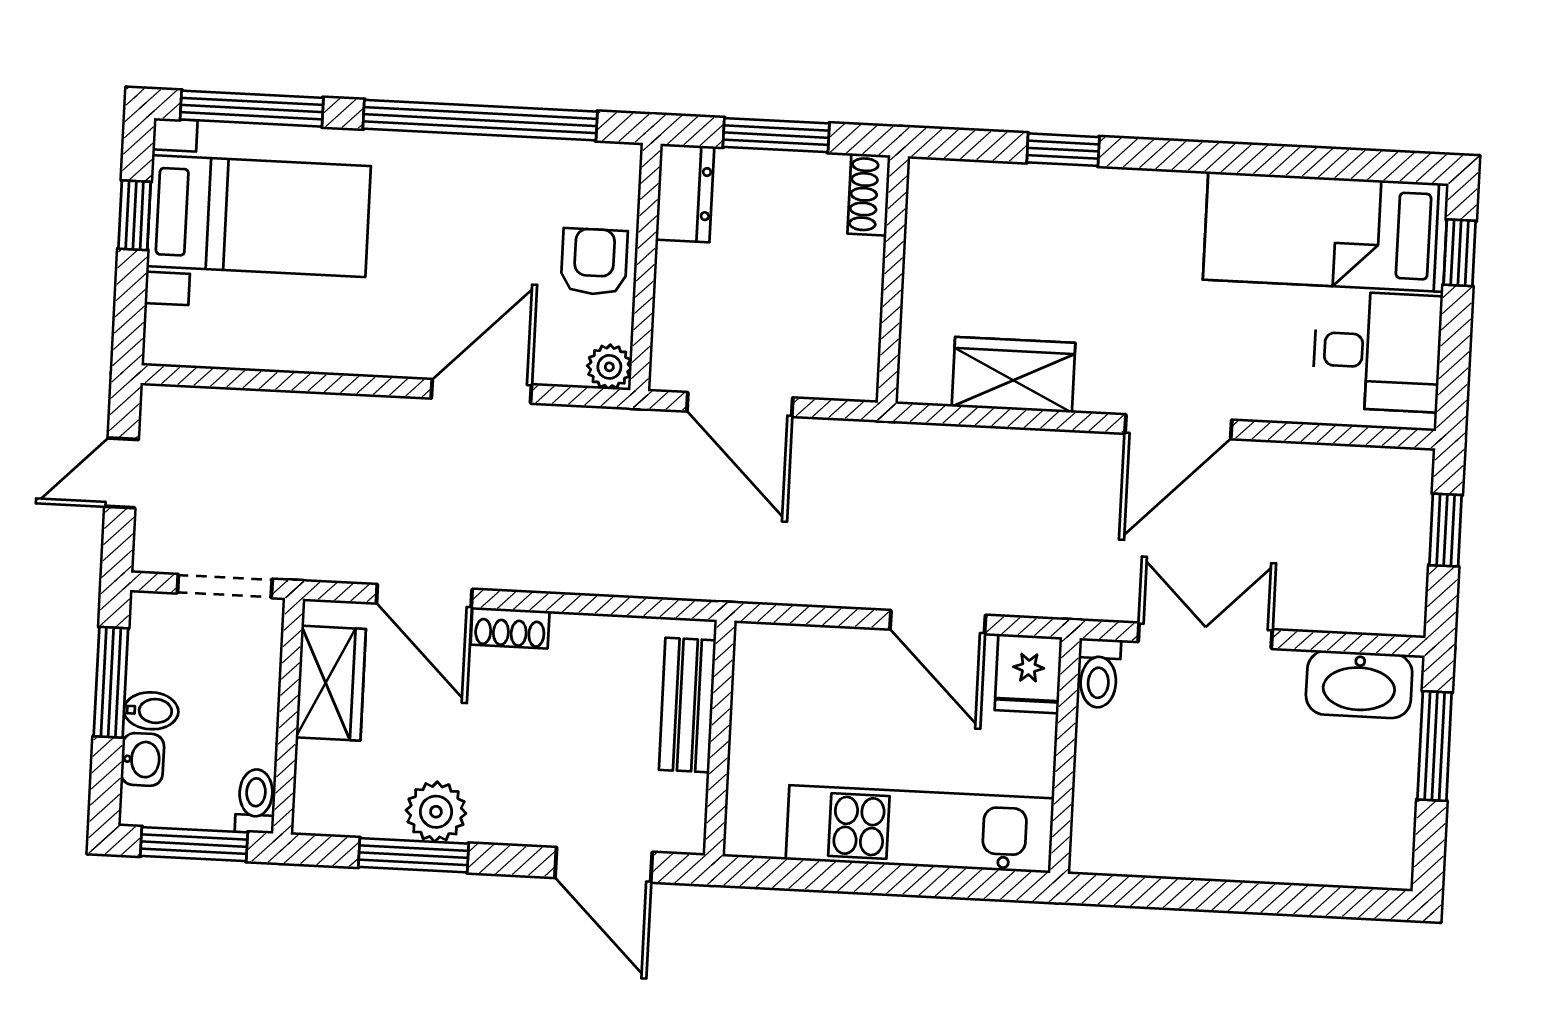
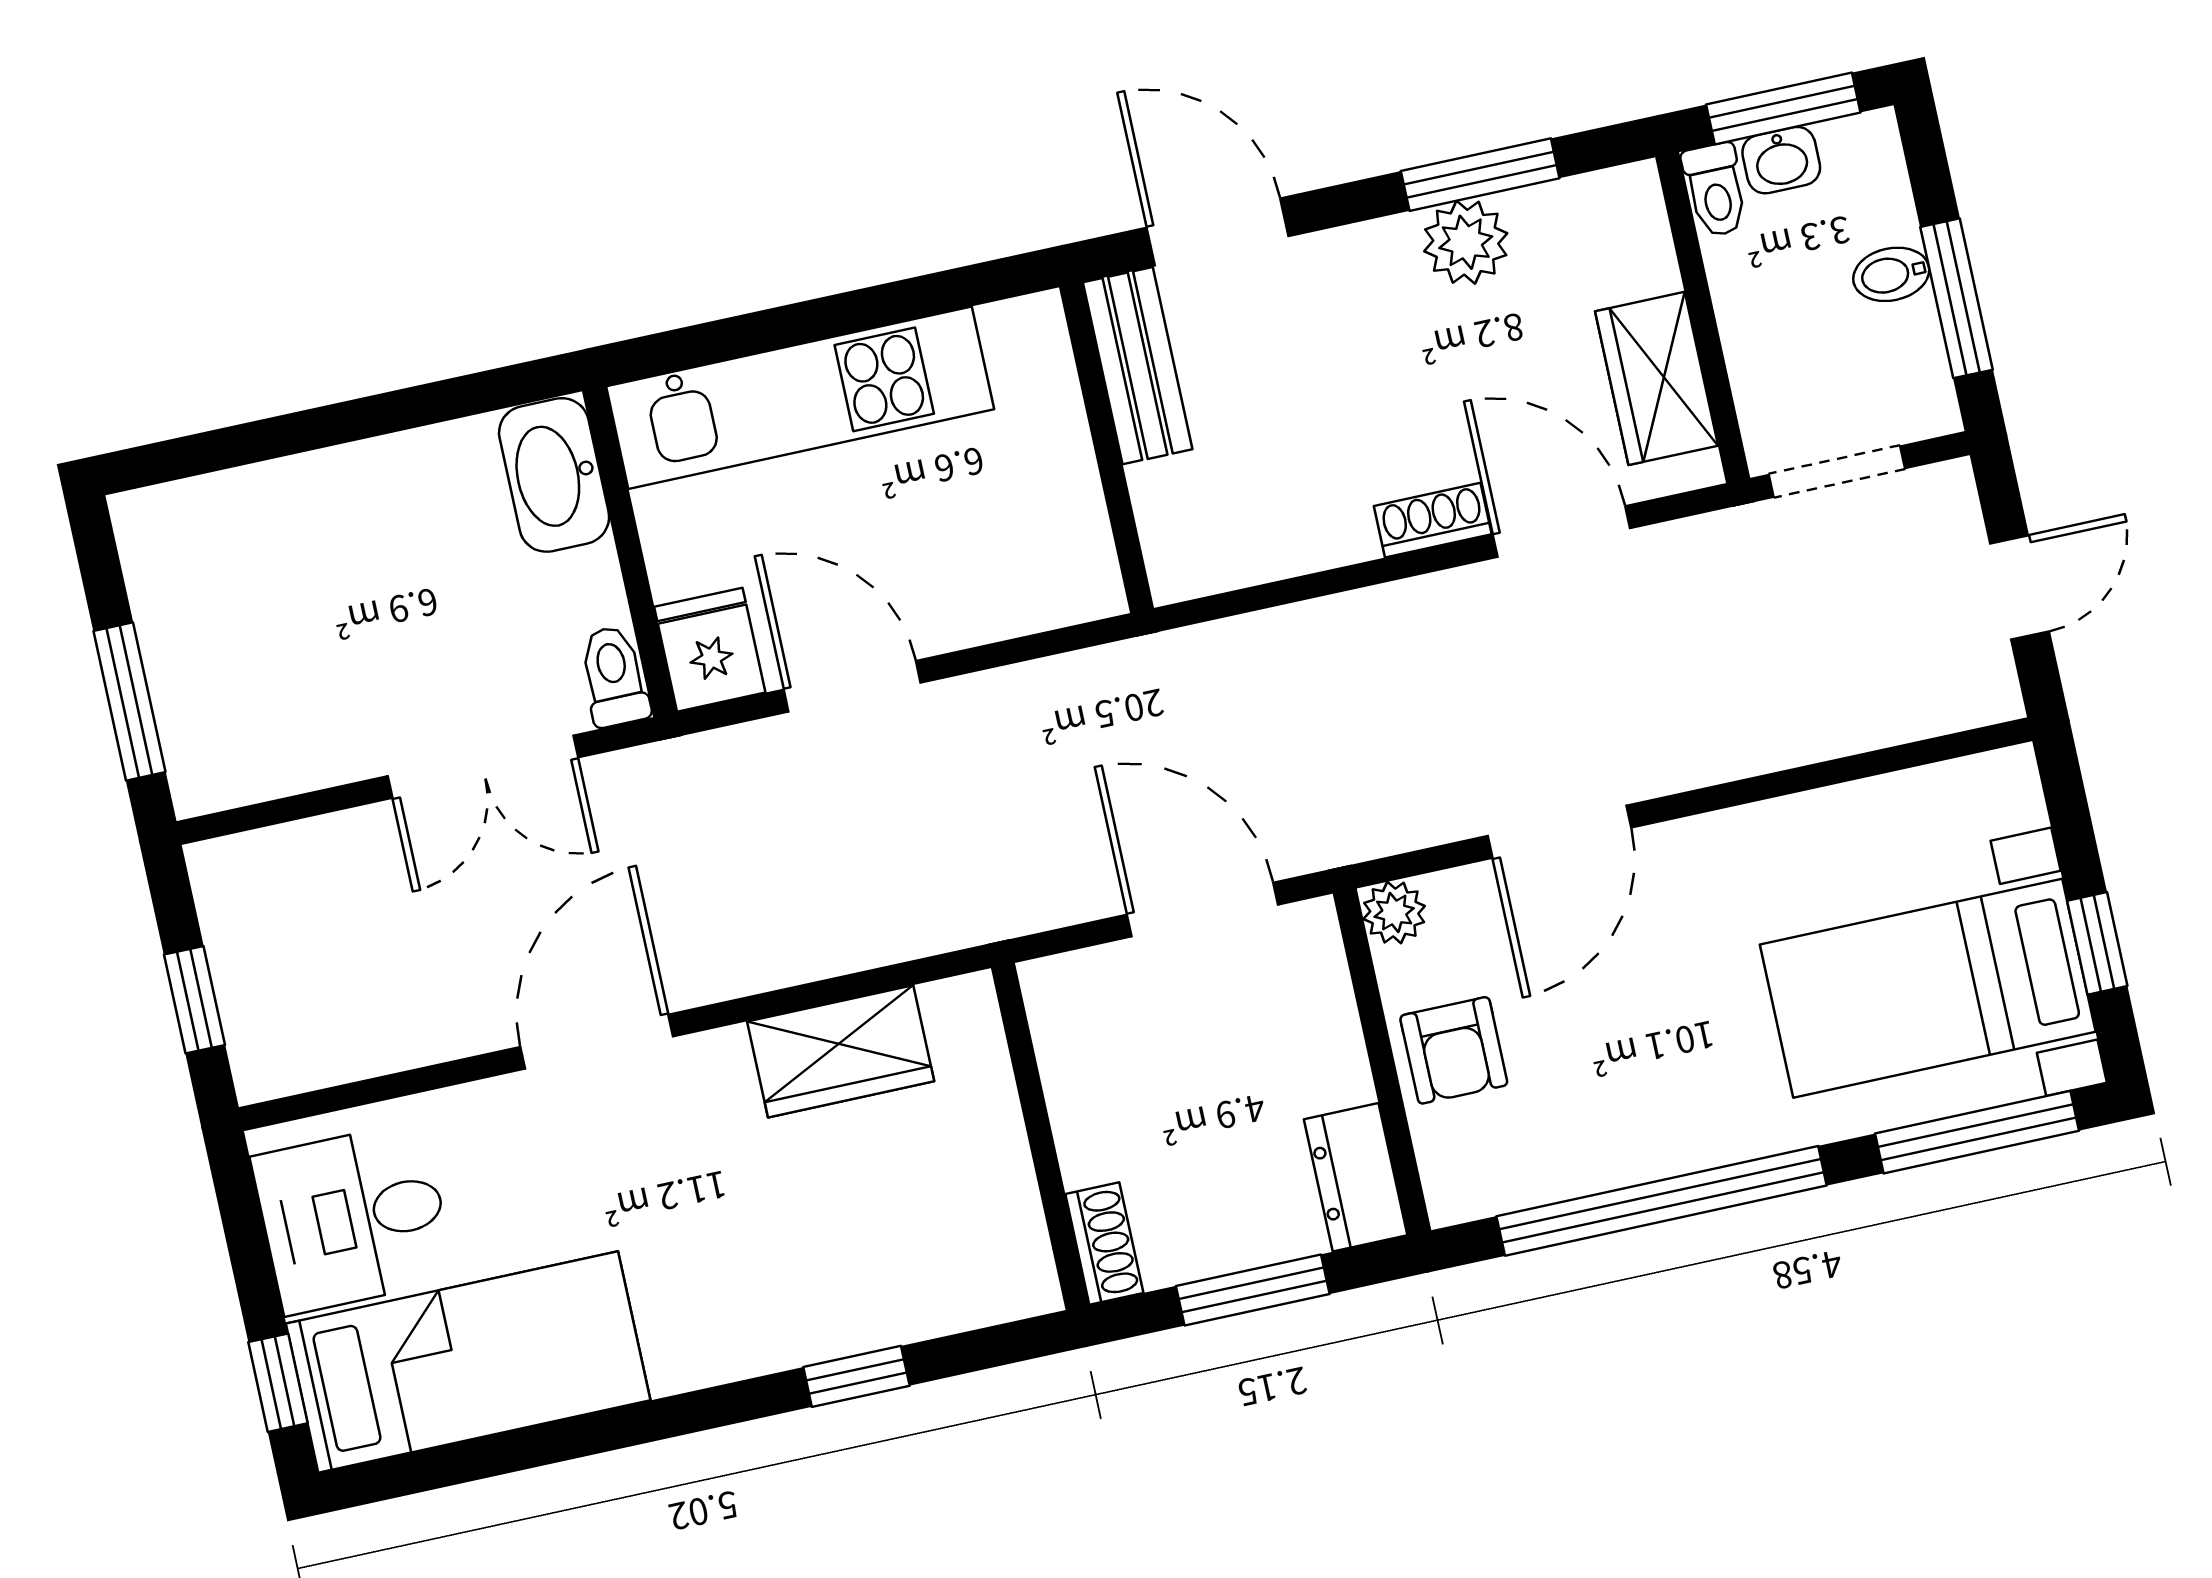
washbasin: (1359, 684) -> (554, 475), moved, turned -90
bench: (687, 705) -> (1138, 366), moved
washbasin: (142, 759) -> (1781, 160), moved, turned -90

